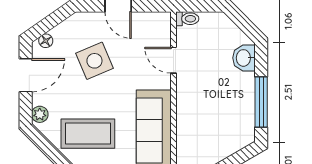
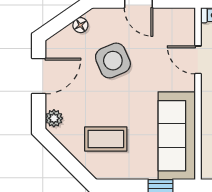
floor lamp: (46, 41) -> (80, 25), moved
coffee table: (88, 134) -> (106, 139), width x0.73, depth x0.76

